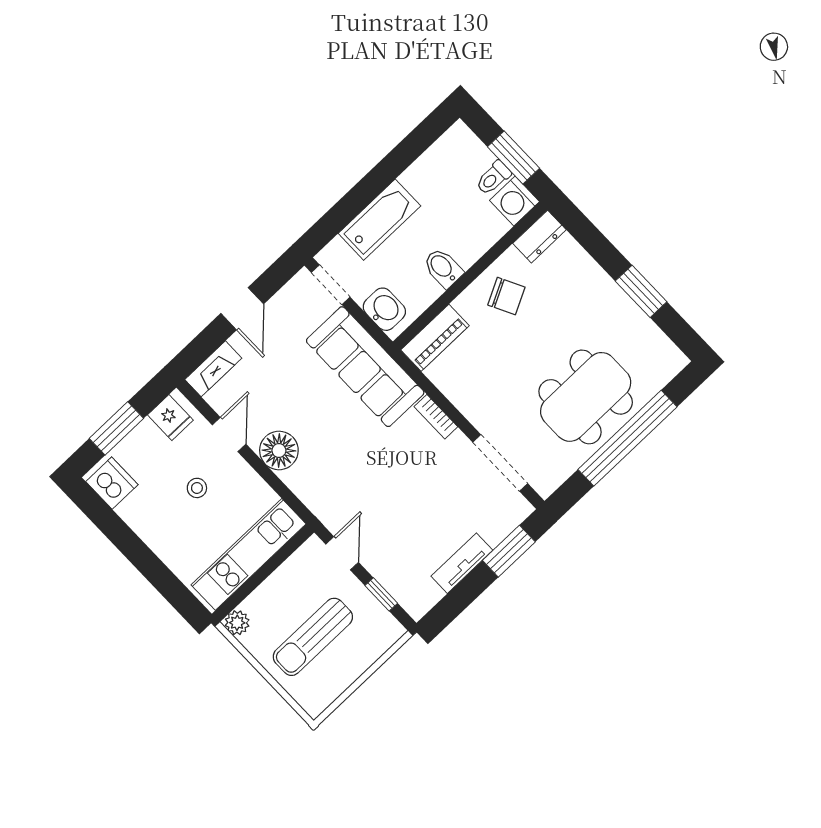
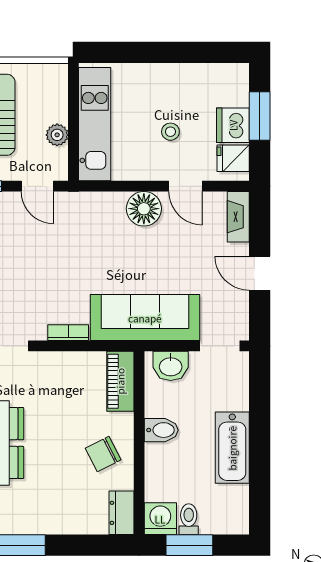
bathtub: (379, 220) -> (232, 448), moved
dishwasher: (112, 483) -> (233, 125), moved, turned 90
plant: (237, 623) -> (57, 135), moved

